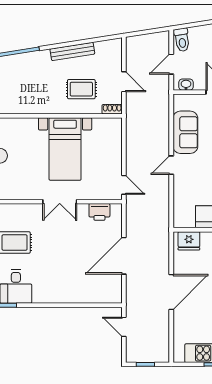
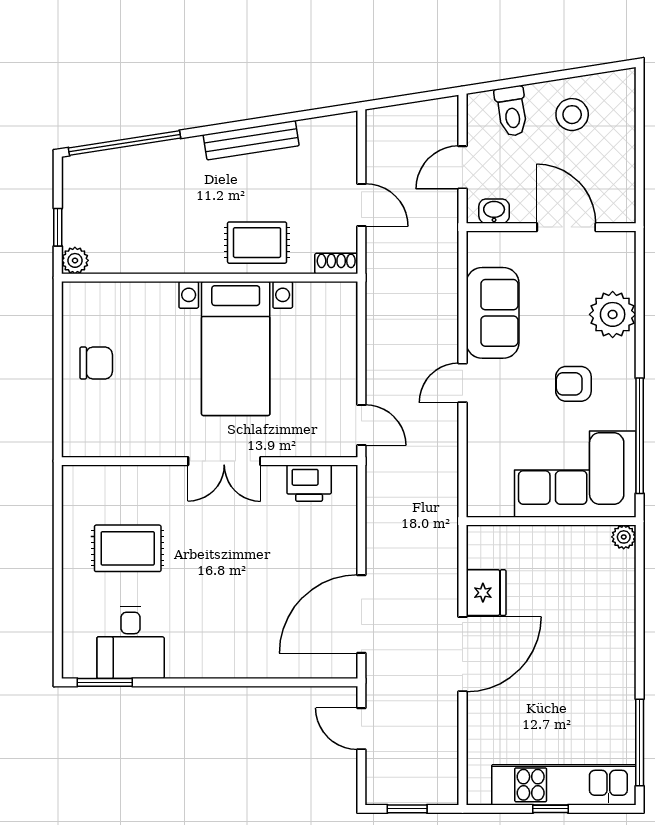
toilet: (182, 40) -> (512, 111), moved
rug: (81, 89) -> (257, 243), moved
fridge: (189, 241) -> (486, 593), moved, turned -90
door: (124, 256) -> (361, 614), moved

